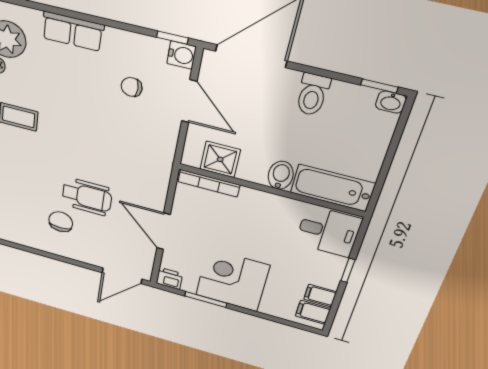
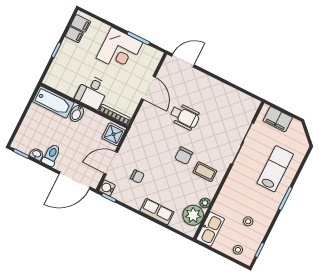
door: (189, 101) -> (111, 163), hinge flipped
washbasin: (391, 102) -> (37, 154), moved
shower: (220, 159) -> (113, 134), moved
wheelchair: (87, 197) -> (185, 117), turned 180
chair: (61, 222) -> (184, 156), moved
desk: (328, 231) -> (92, 92), moved, turned -90
printer: (169, 279) -> (155, 55), removed

